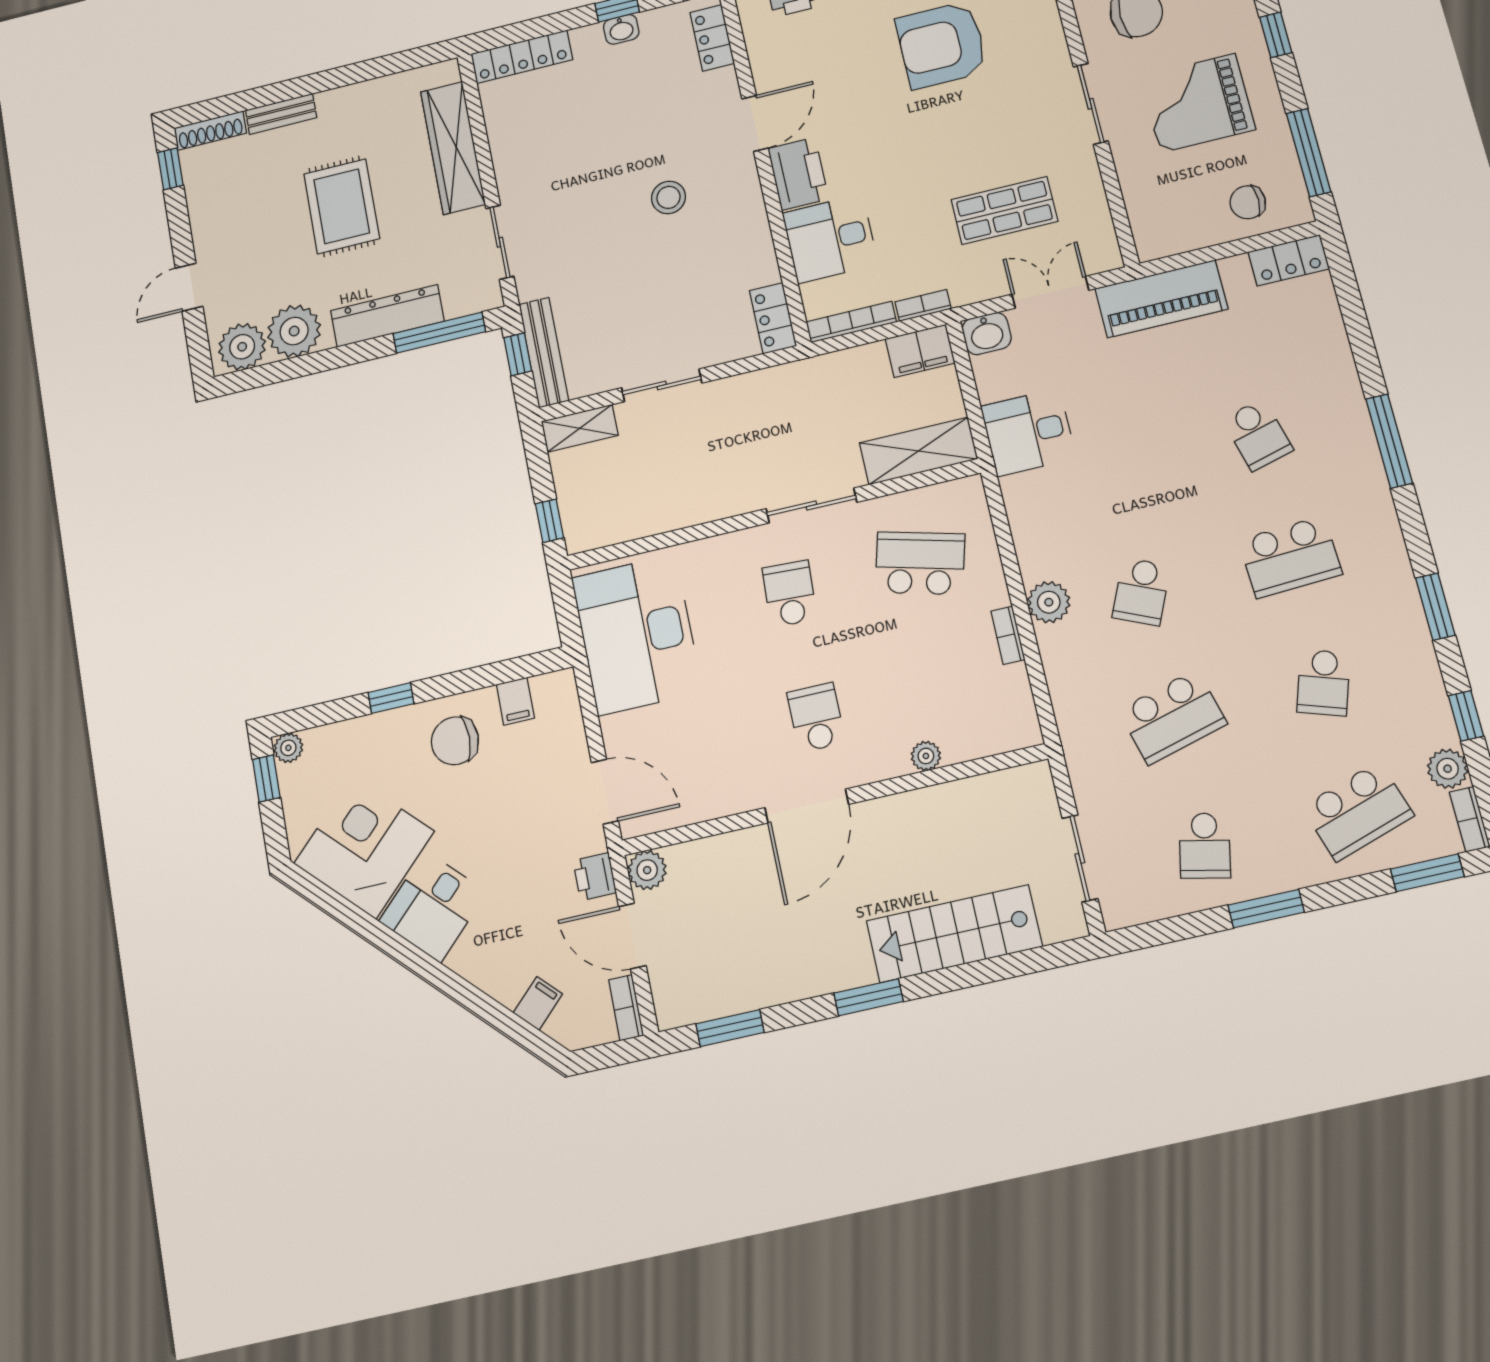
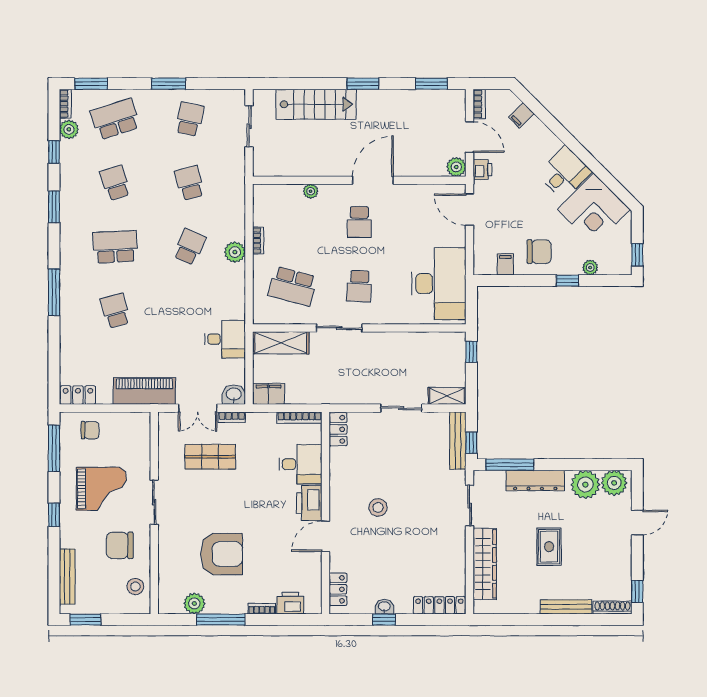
bench: (281, 114) -> (566, 607), width x1.36
rug: (342, 206) -> (549, 547), width x0.73, depth x0.70
bookcase: (923, 305) -> (232, 417), moved
school desk: (1323, 683) -> (115, 183), turned -36
school desk: (1173, 717) -> (190, 183), width x0.54
plant: (288, 748) -> (590, 267), moved

